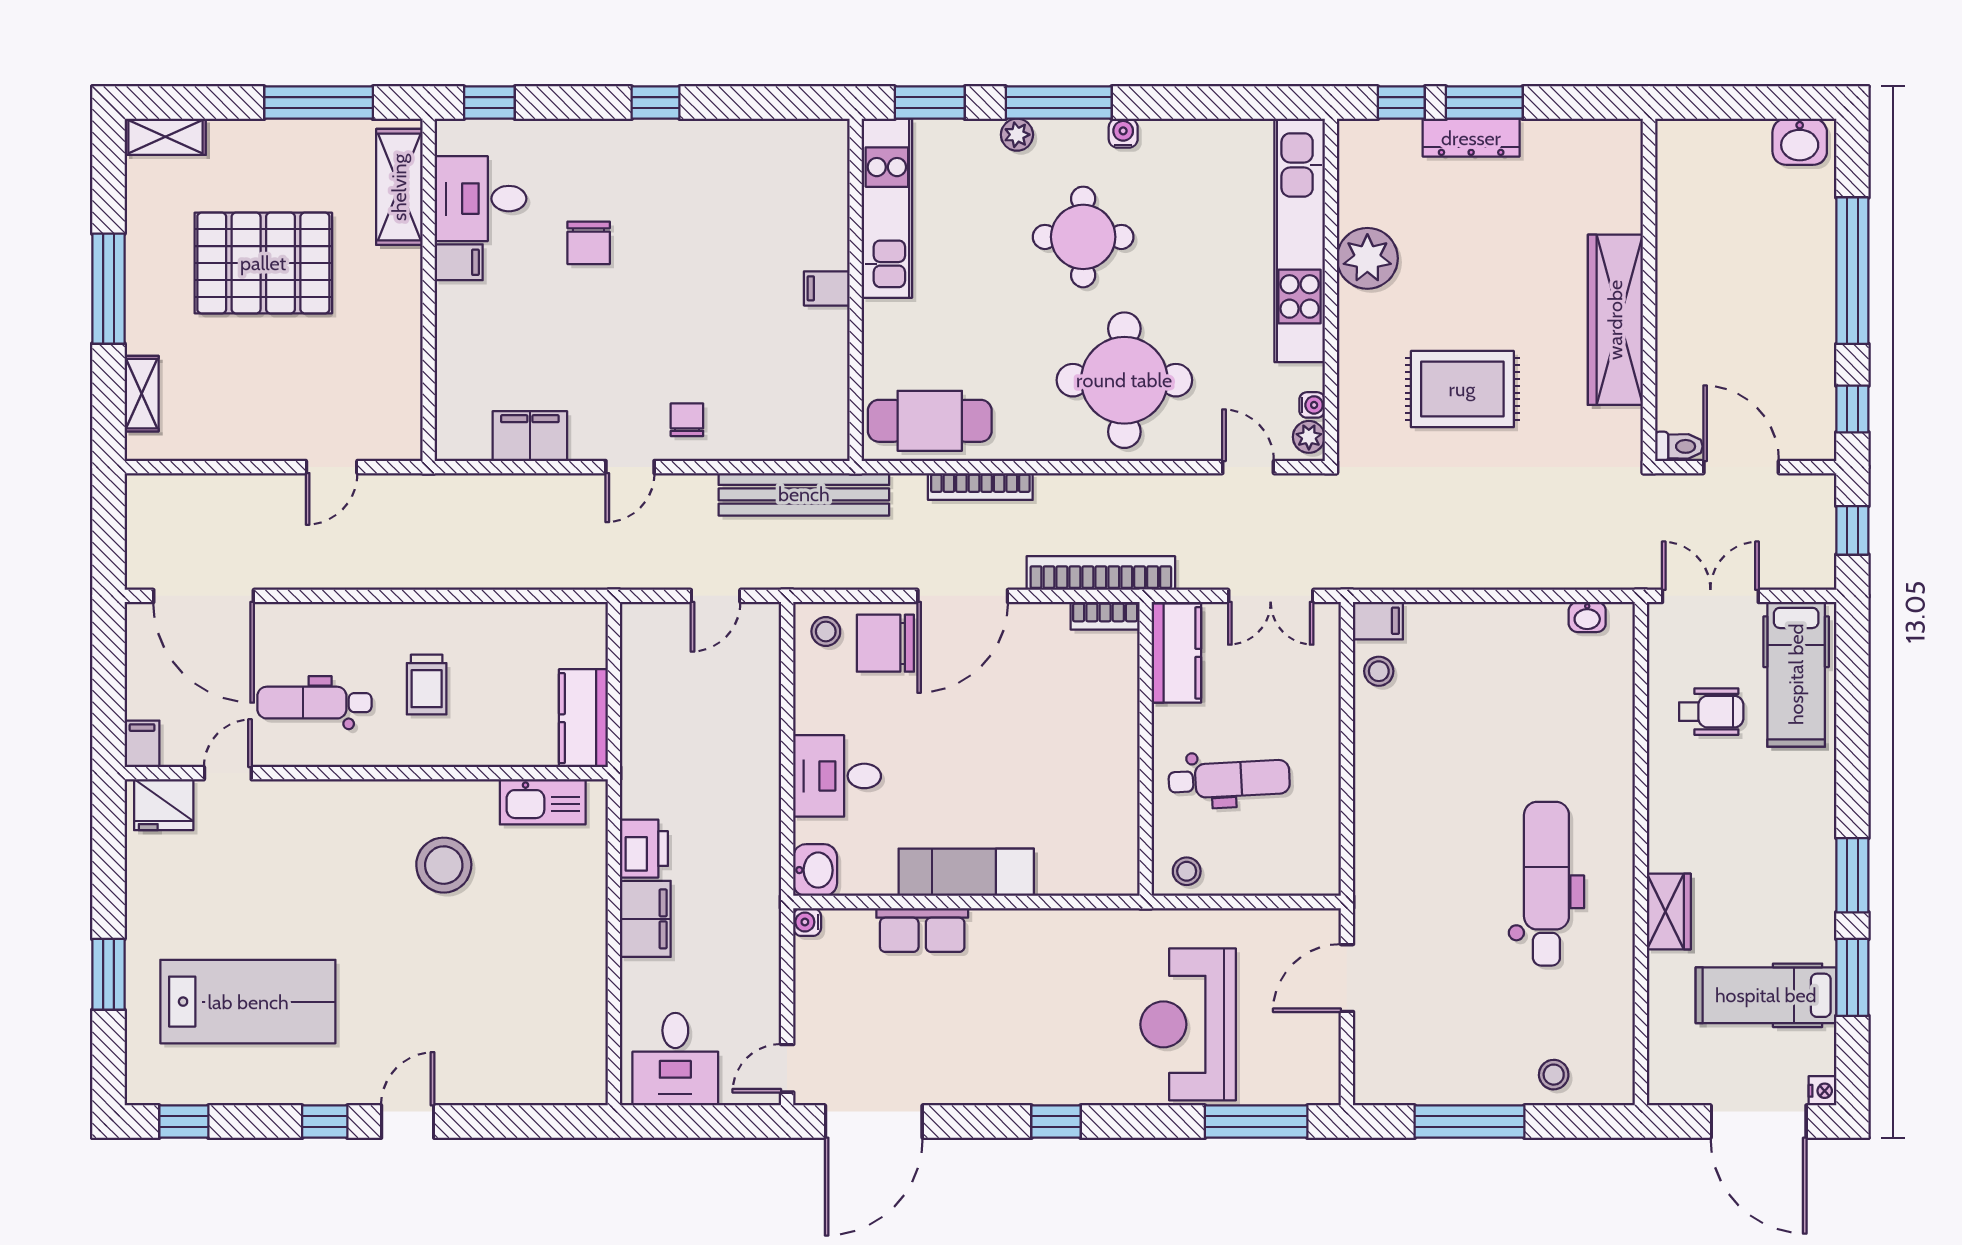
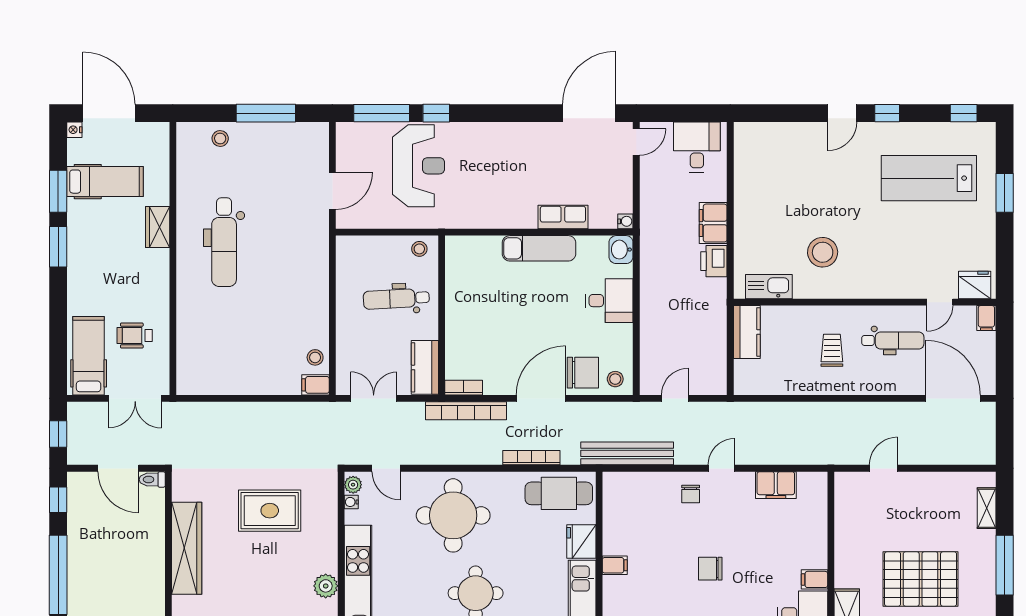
chair: (589, 243) -> (710, 569), moved, turned -90
plant: (1367, 258) -> (326, 586), width x0.73, depth x0.73
fridge: (888, 332) -> (581, 542), added
washbasin: (1587, 617) -> (202, 387), removed
window: (1056, 1122) -> (436, 113), moved

